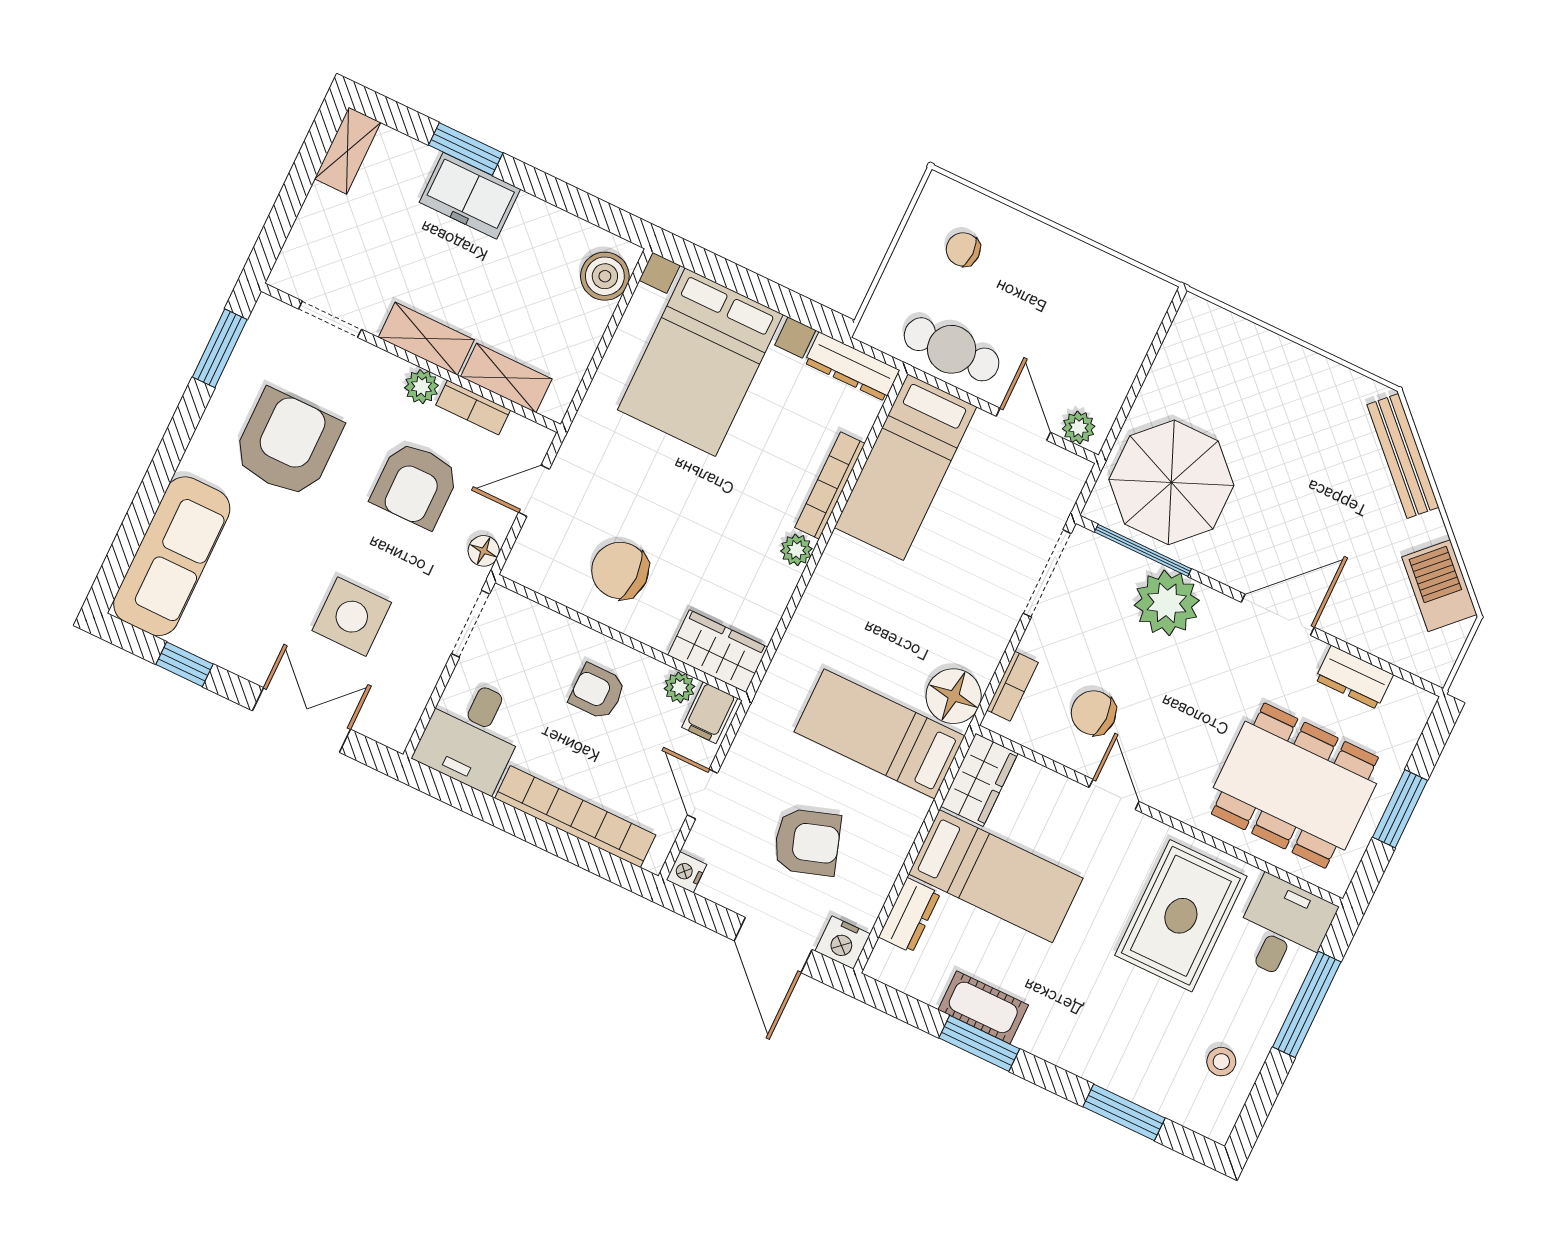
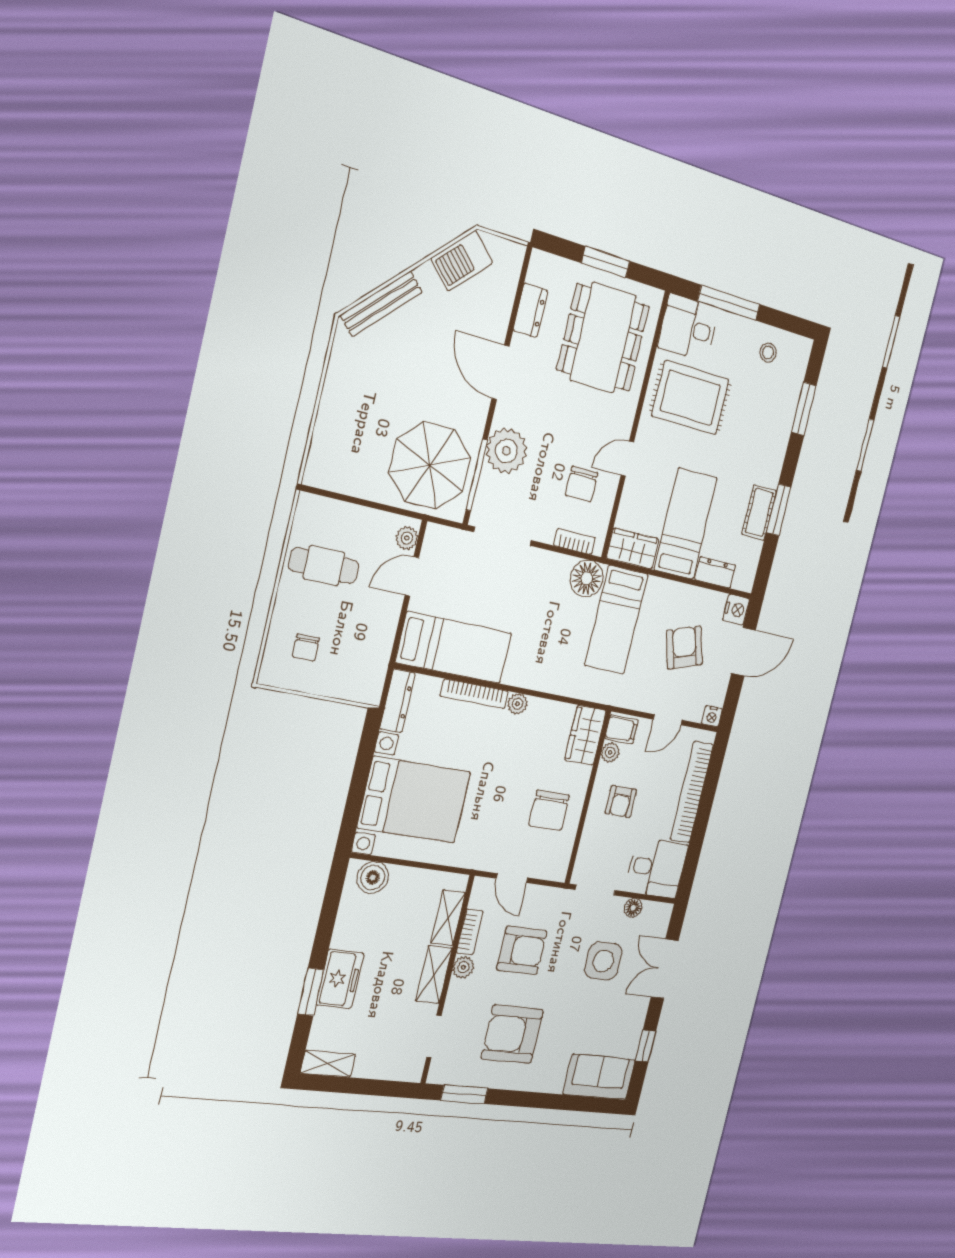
cafe table: (952, 349) -> (324, 566), moved, turned 90
floor lamp: (484, 551) -> (633, 908), moved
sofa: (172, 556) -> (599, 1077), width x0.73

